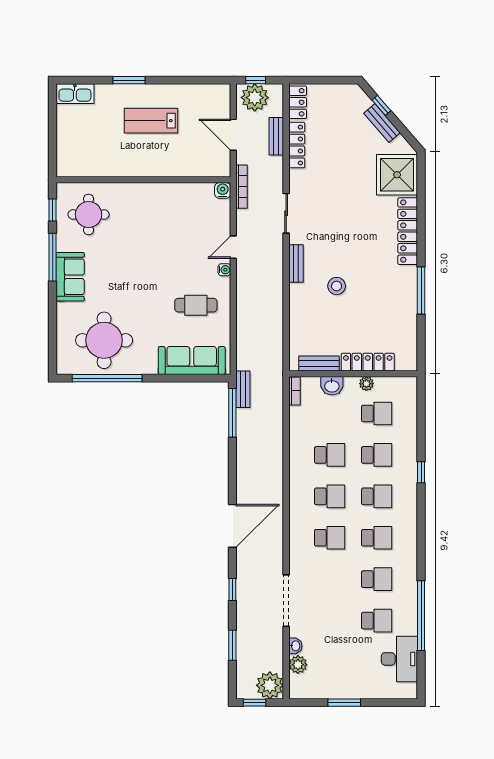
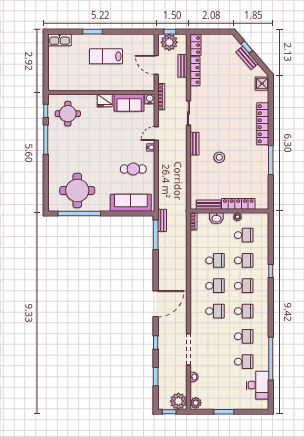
shower: (397, 175) -> (262, 84), width x0.54, depth x0.54
fridge: (149, 193) -> (105, 100), added
sofa: (70, 277) -> (129, 103), moved, turned 90
plant: (298, 665) -> (196, 403), moved

